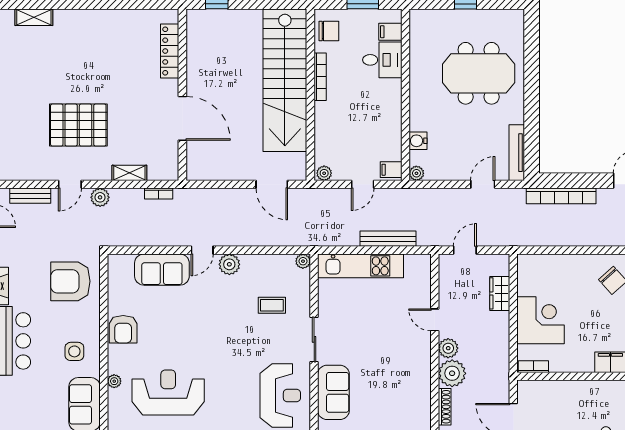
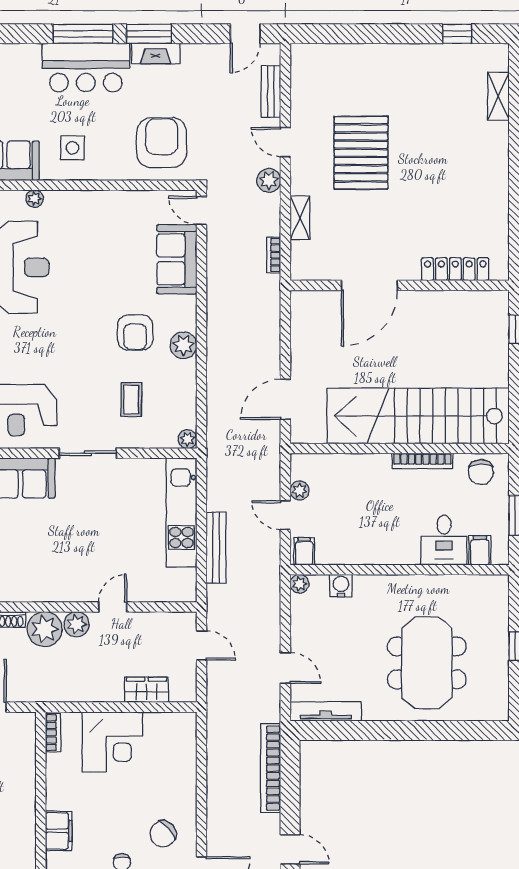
plant: (324, 173) -> (300, 491), moved
door: (202, 250) -> (202, 210), moved
armchair: (123, 329) -> (135, 333), moved, turned -90

